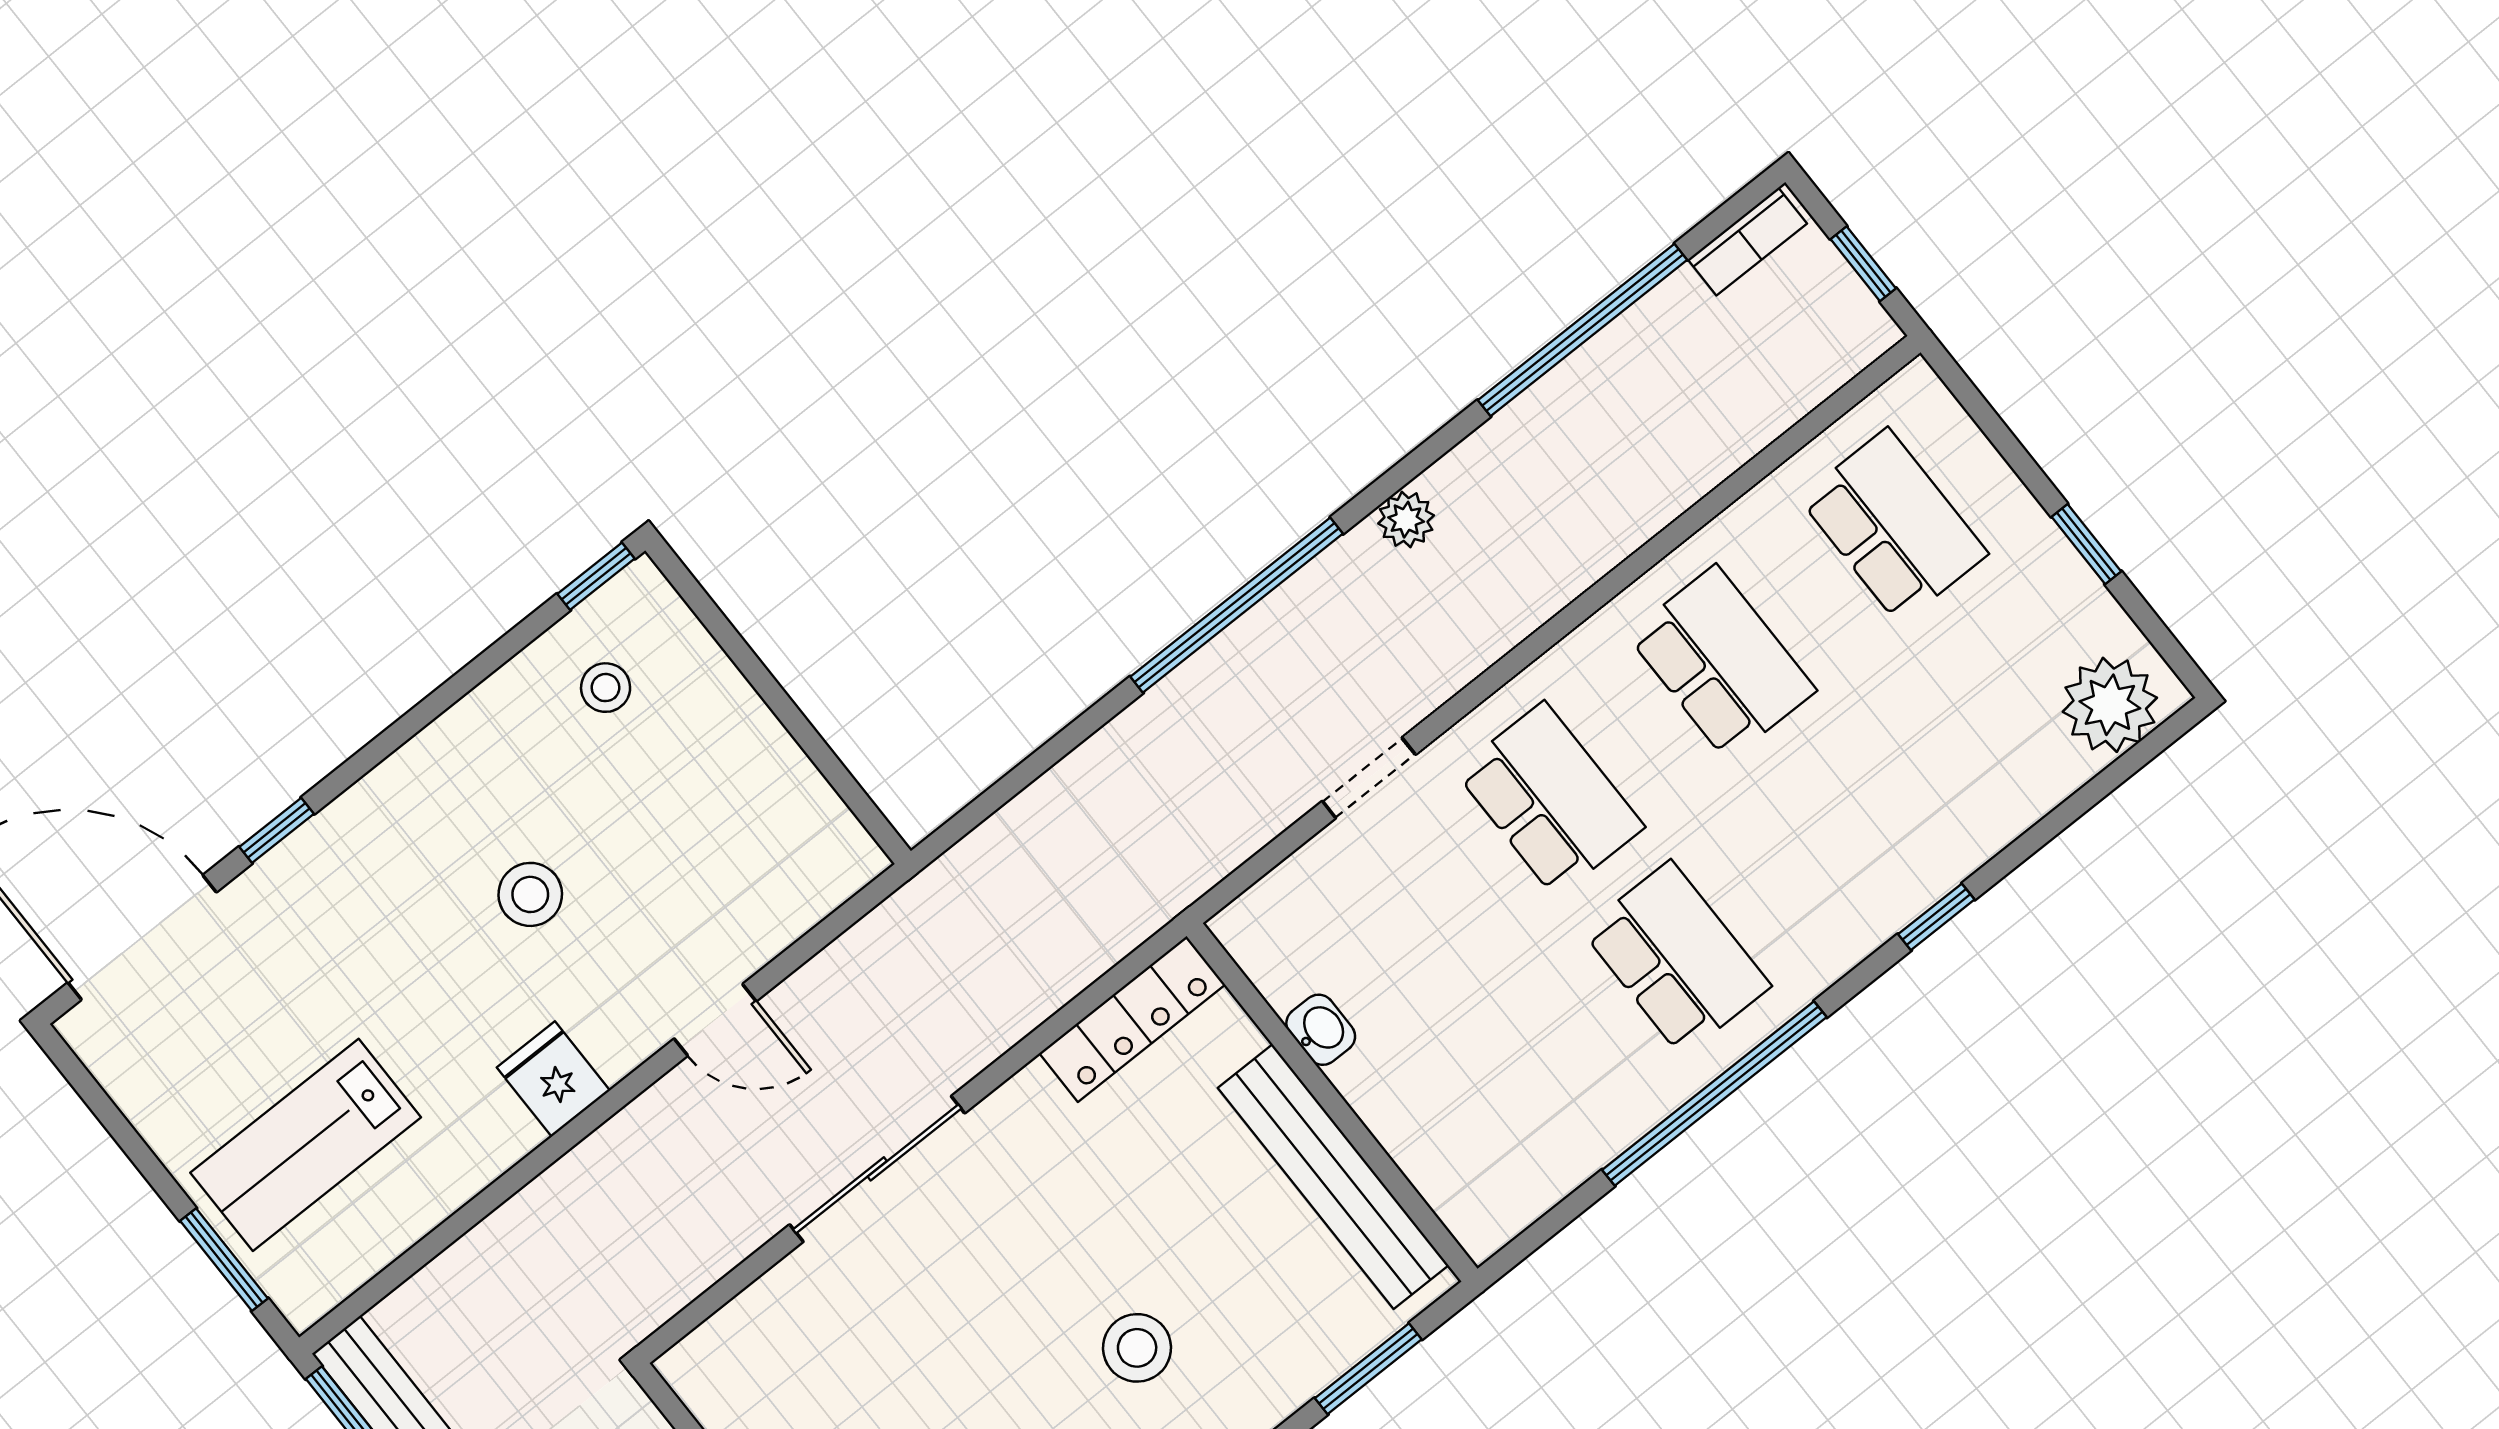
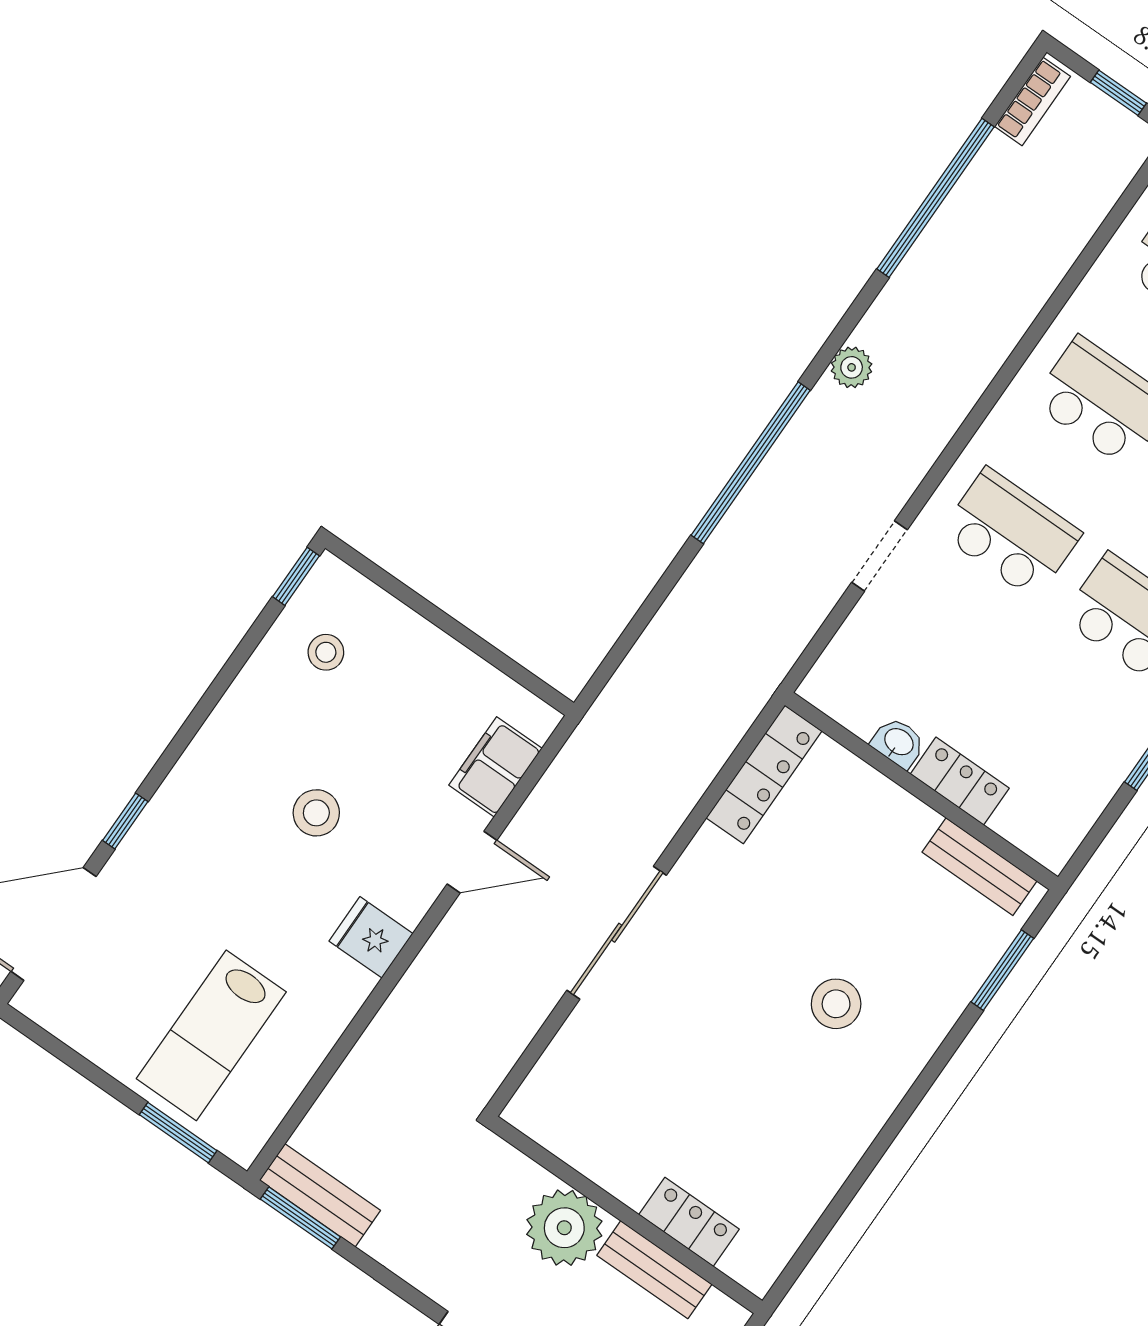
filing cabinet: (783, 904) -> (496, 767), added
locker: (1386, 1104) -> (960, 781), added
bench: (1333, 1177) -> (980, 867), width x0.54, depth x0.82

